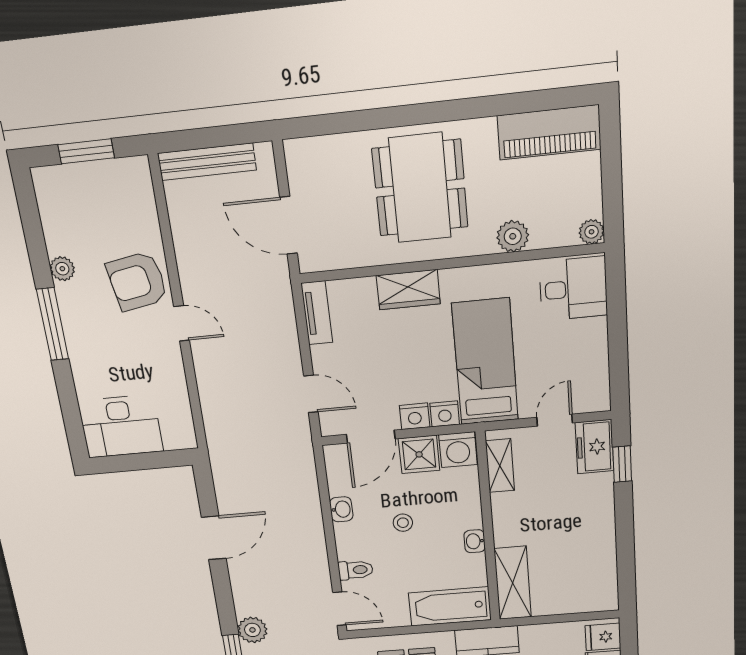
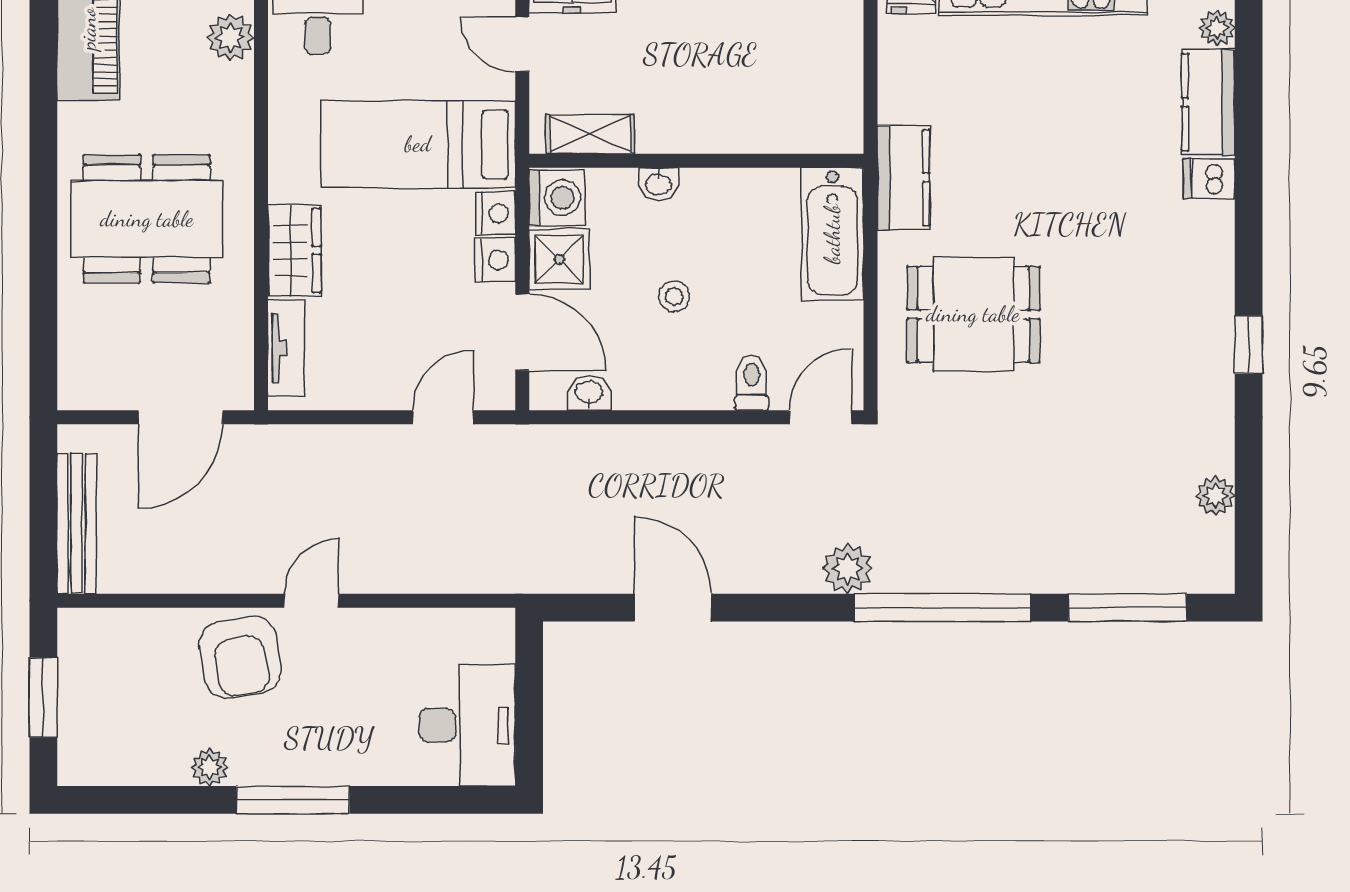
plant: (513, 236) -> (231, 38), moved
tv unit: (317, 313) -> (286, 348), moved, turned 90
washbasin: (341, 509) -> (589, 393), moved
washbasin: (475, 541) -> (658, 184), moved
shelving: (513, 583) -> (798, 128), removed

